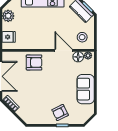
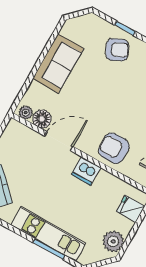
stool: (82, 37) -> (19, 145), removed
dishwasher: (42, 43) -> (86, 171), added
door: (64, 50) -> (59, 141), swing flipped

